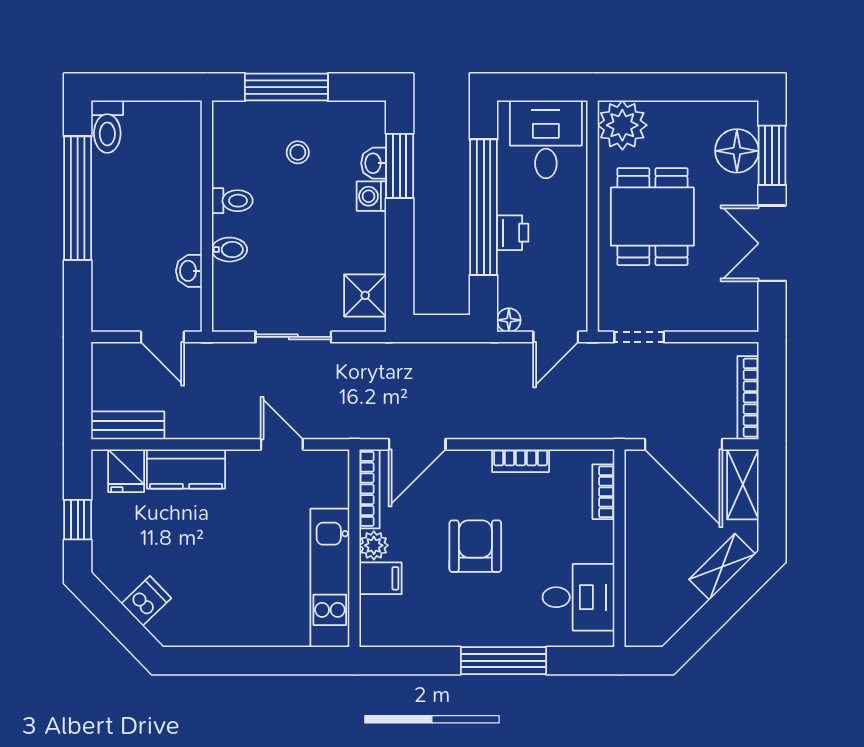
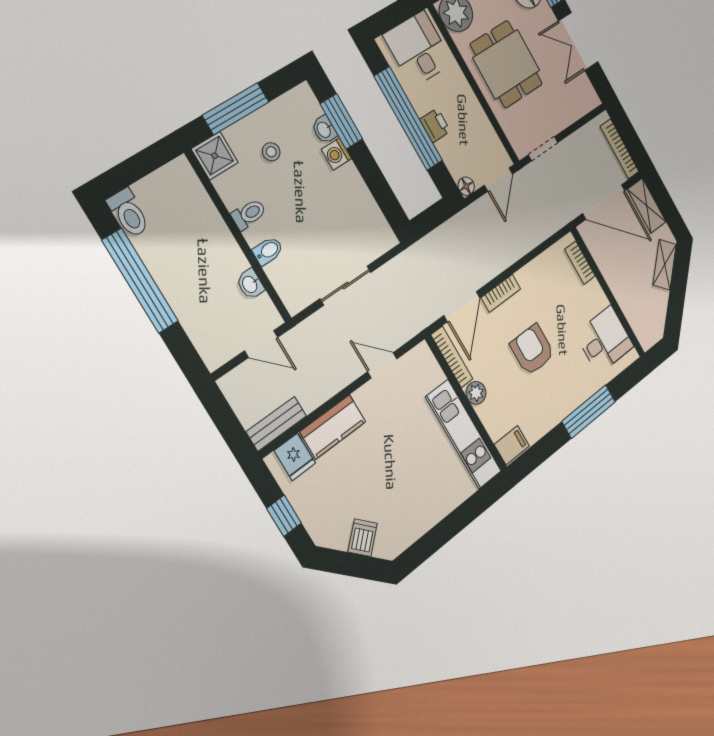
shower: (365, 295) -> (215, 156), moved
bookcase: (521, 461) -> (501, 293), moved
filing cabinet: (381, 578) -> (512, 445), moved

